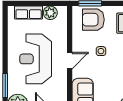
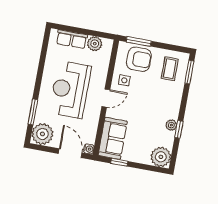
armchair: (93, 20) -> (139, 59), turned 180
side table: (101, 51) -> (124, 80), moved

